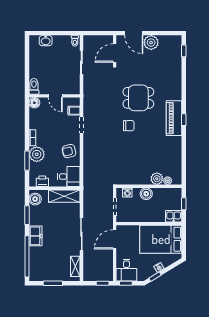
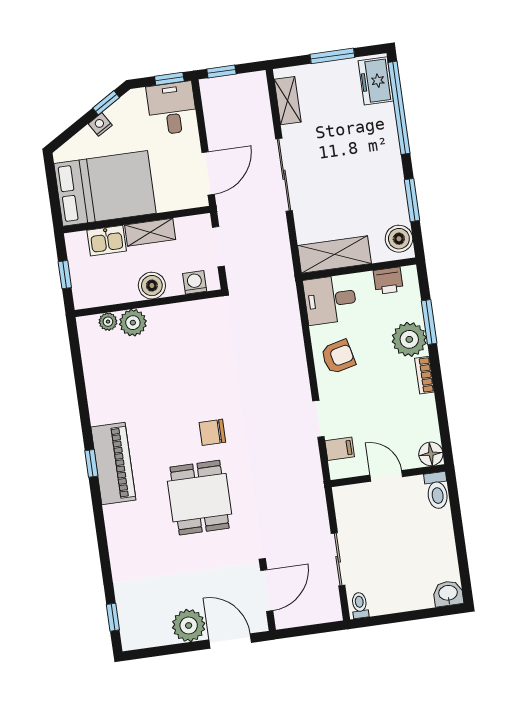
washbasin: (46, 41) -> (448, 593), moved
dining table: (138, 98) -> (200, 498), turned 90
kitchen sink: (174, 216) -> (107, 241), moved
shelving: (144, 217) -> (150, 232), added
freezer: (35, 236) -> (376, 81), moved

